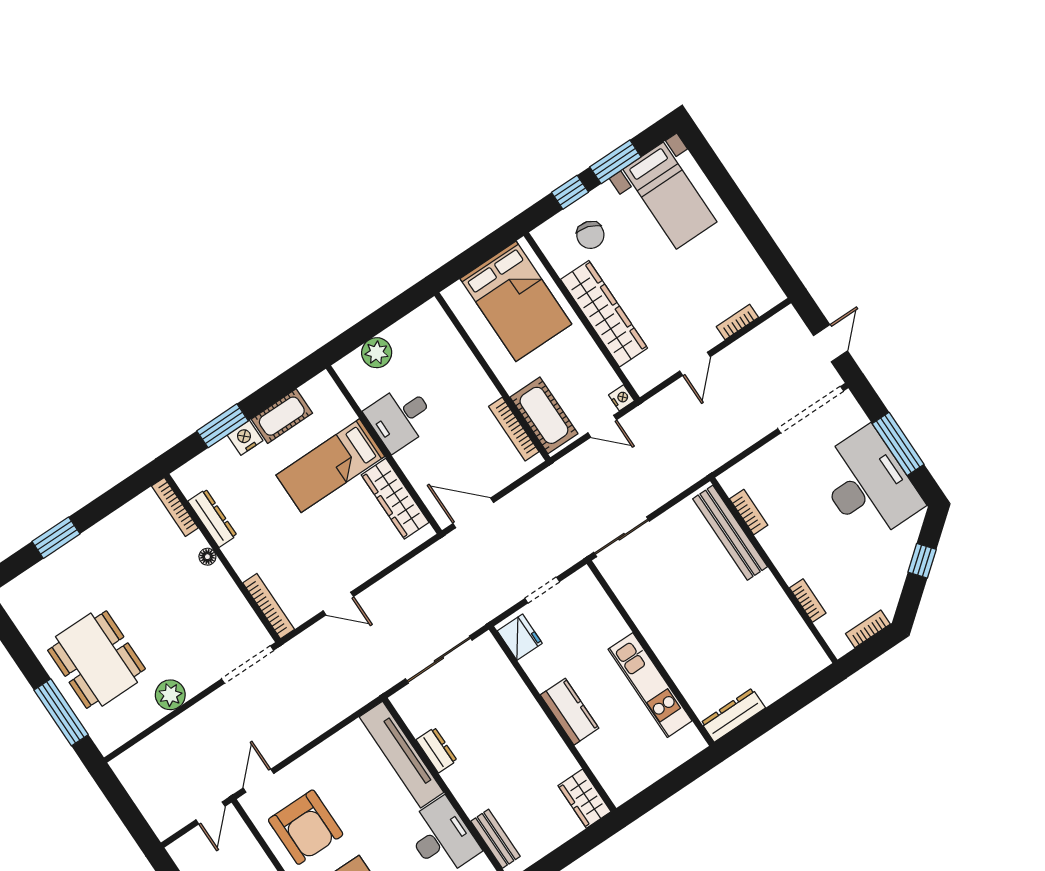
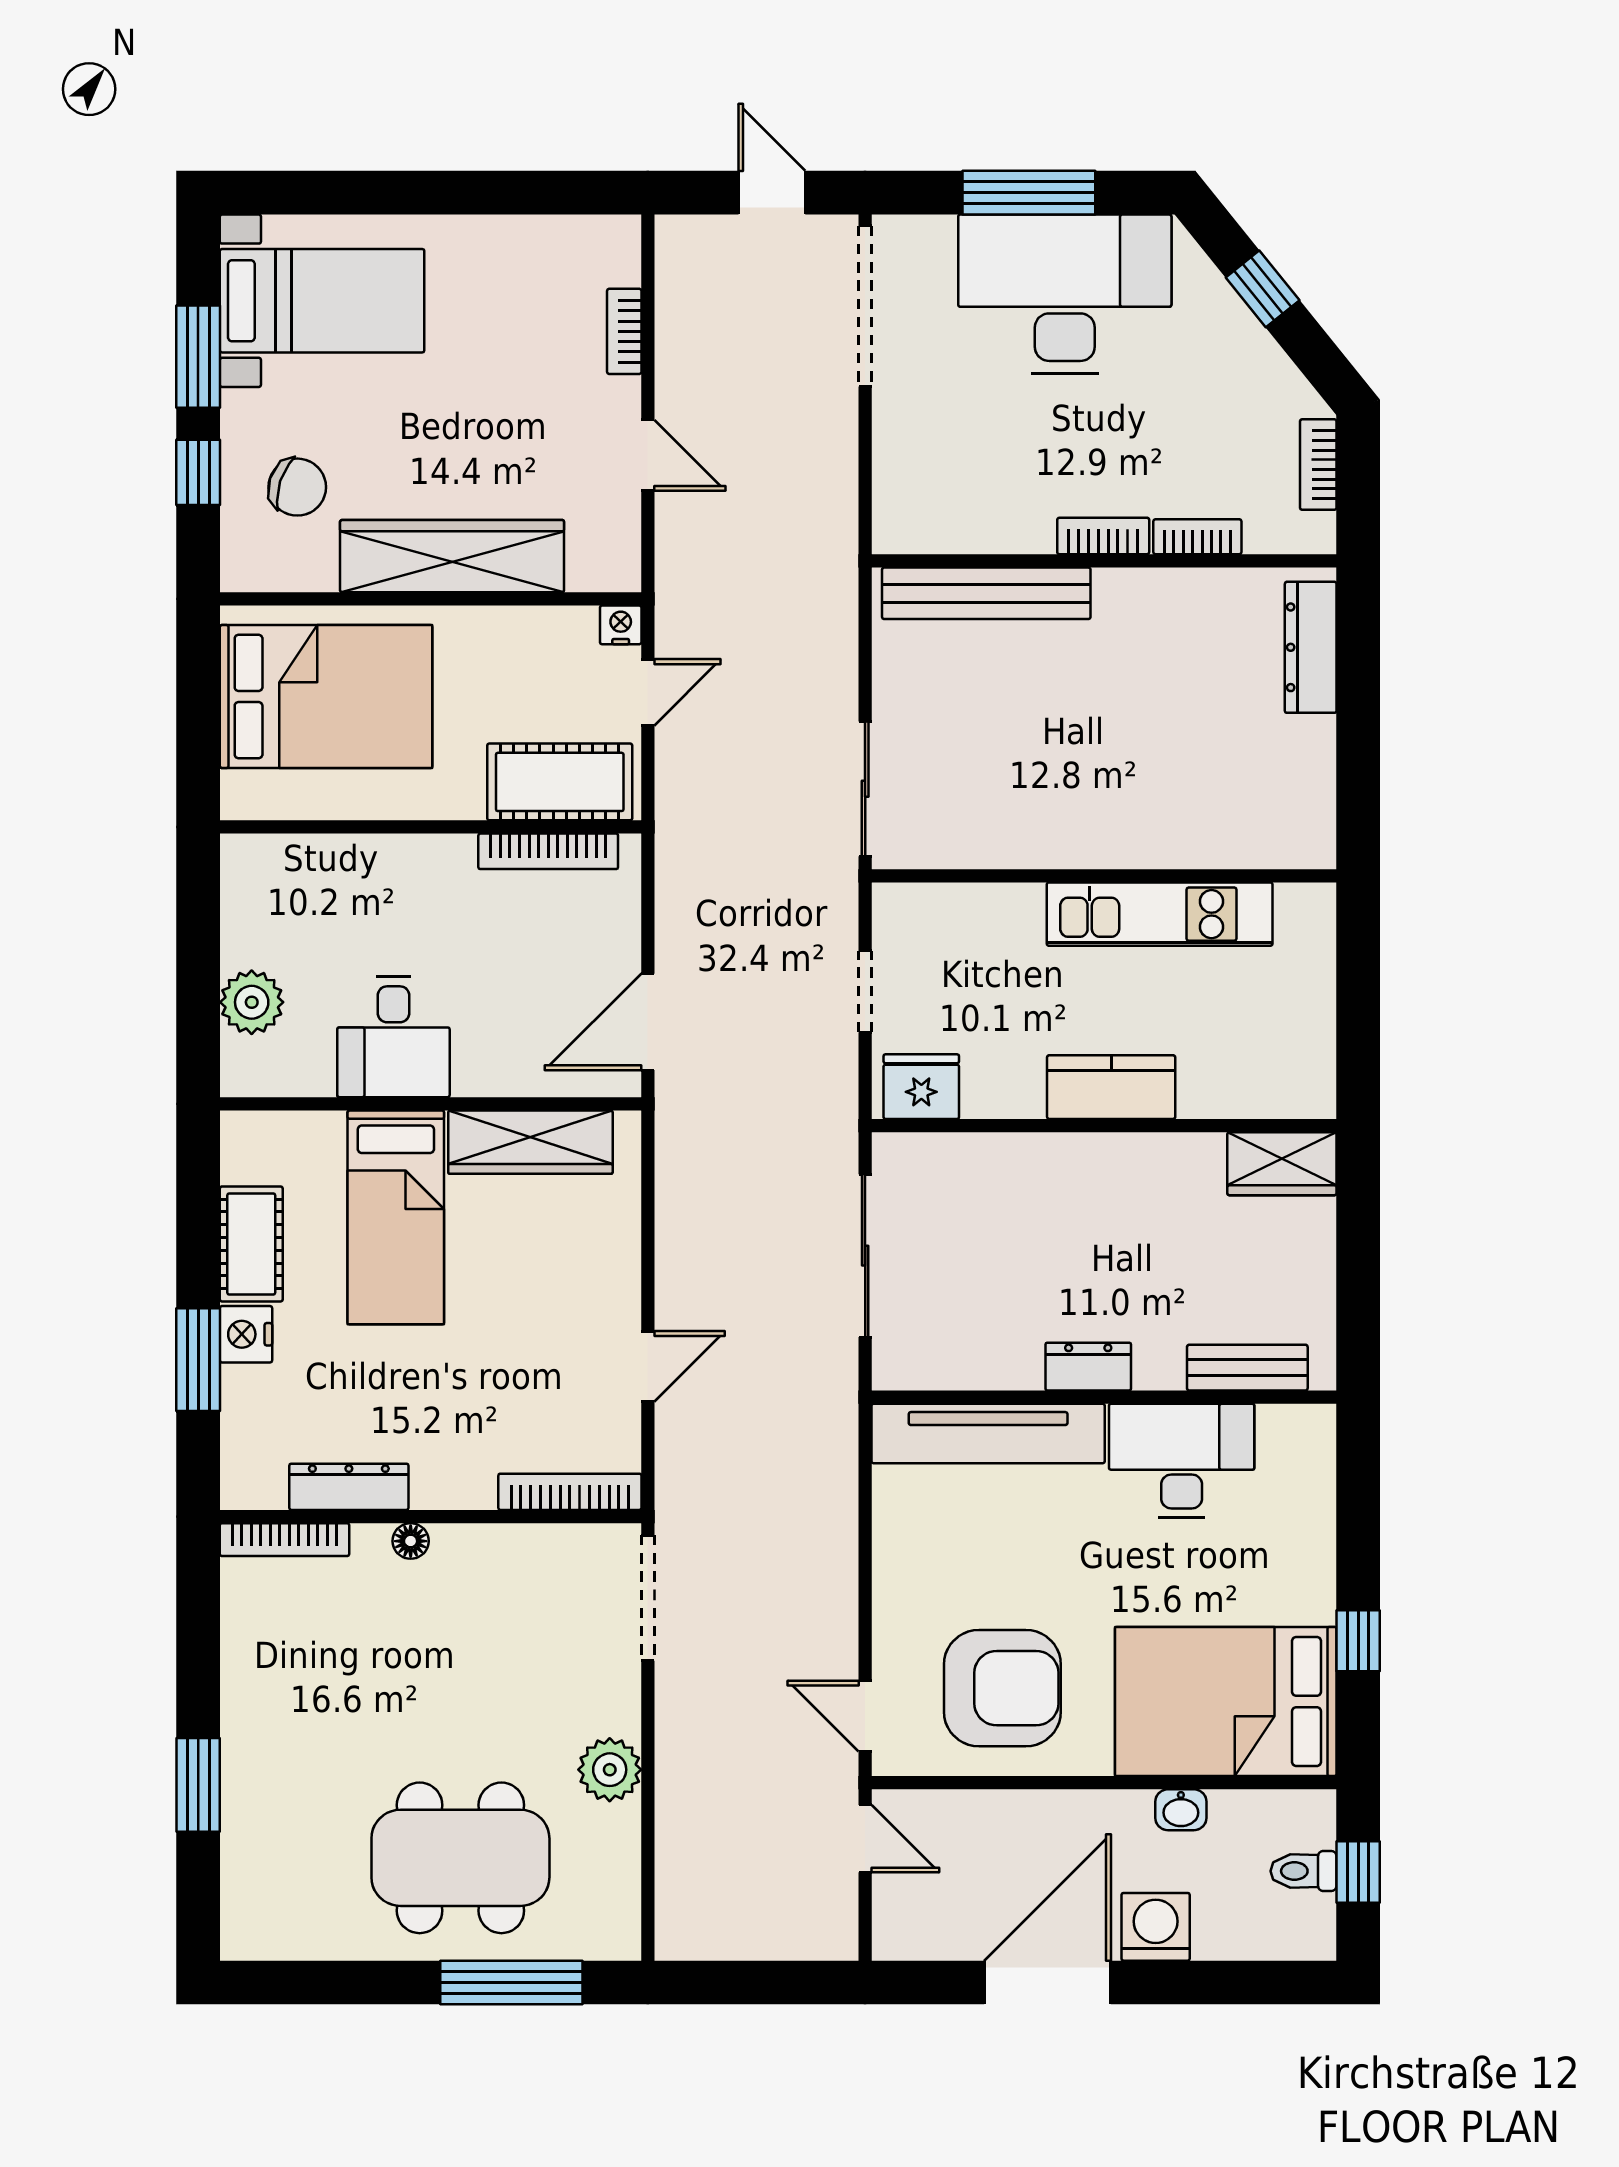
bookcase: (749, 512) -> (1103, 536), moved
dresser: (733, 715) -> (1311, 647), moved
dresser: (437, 750) -> (1088, 1367), moved

